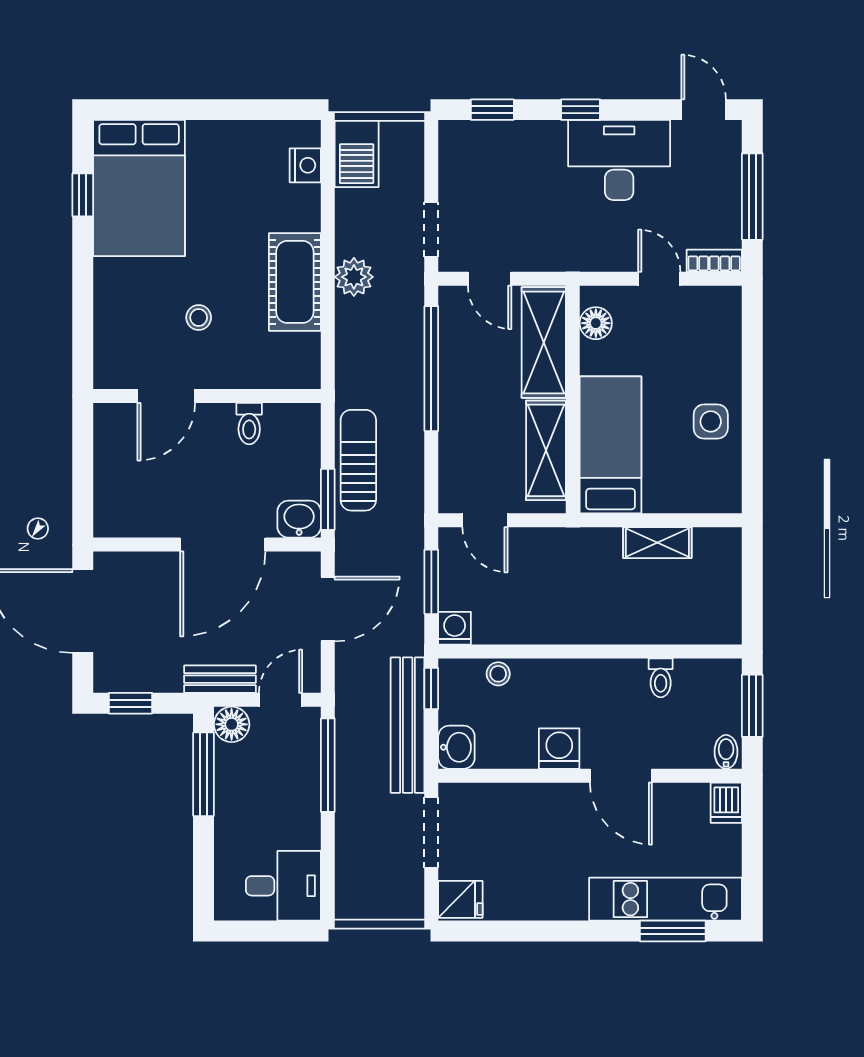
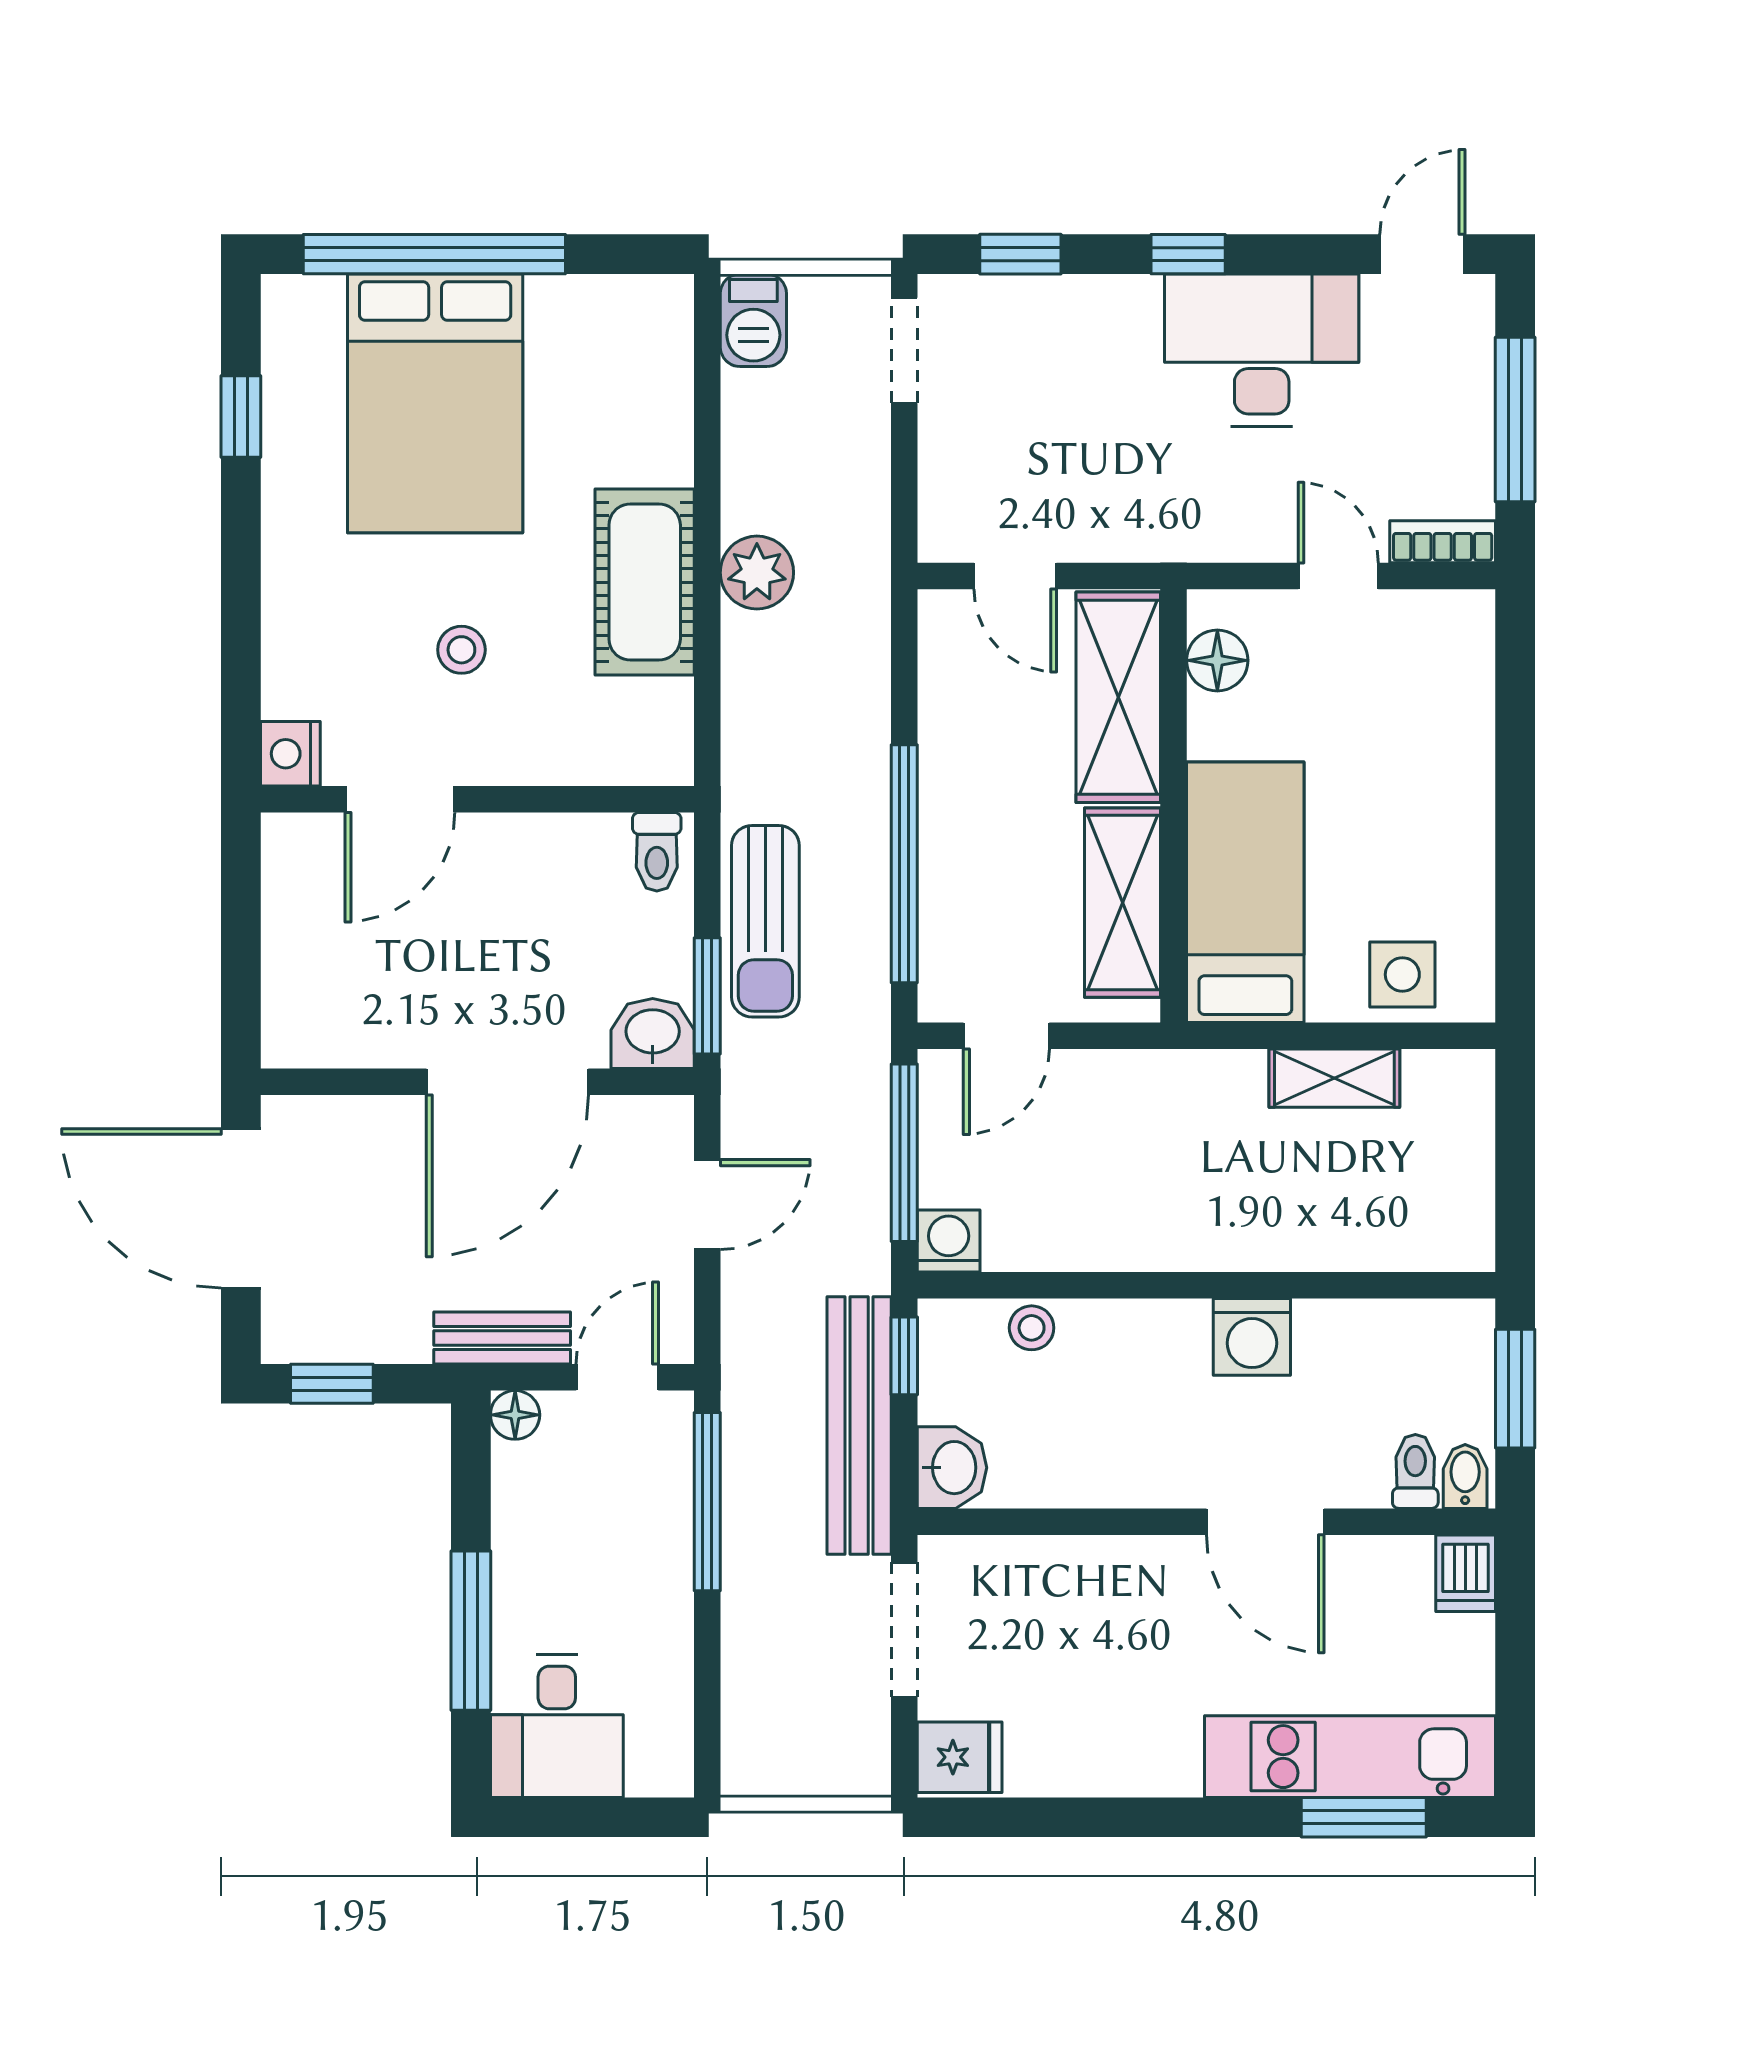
window: (184, 110) -> (434, 254), added
door: (704, 110) -> (1422, 254), hinge flipped
barbecue: (357, 154) -> (753, 320), width x0.73, depth x0.79
nightstand: (305, 165) -> (290, 754), moved, turned 180
bed: (139, 188) -> (435, 403), moved
doorway: (431, 229) -> (904, 350), moved
window: (431, 369) -> (904, 864), moved
side table: (711, 421) -> (1402, 975), moved
toilet: (249, 424) -> (657, 852), moved
sun lounger: (358, 460) -> (765, 921), turned 180
door: (485, 520) -> (1006, 1036), hinge flipped
window: (431, 582) -> (904, 1153), width x1.44
door: (328, 609) -> (707, 1205), width x0.73
toilet: (661, 678) -> (1415, 1471), moved, turned 180
floor lamp: (232, 724) -> (515, 1415), width x0.73, depth x0.73
washing machine: (559, 749) -> (1252, 1337), moved, turned 180
window: (204, 774) -> (471, 1631), moved
desk: (283, 886) -> (557, 1726), moved, turned 90

